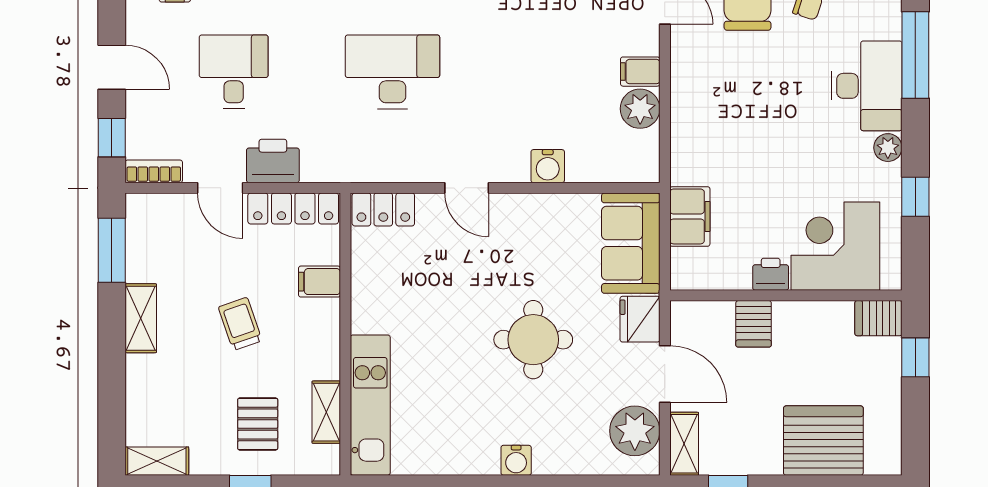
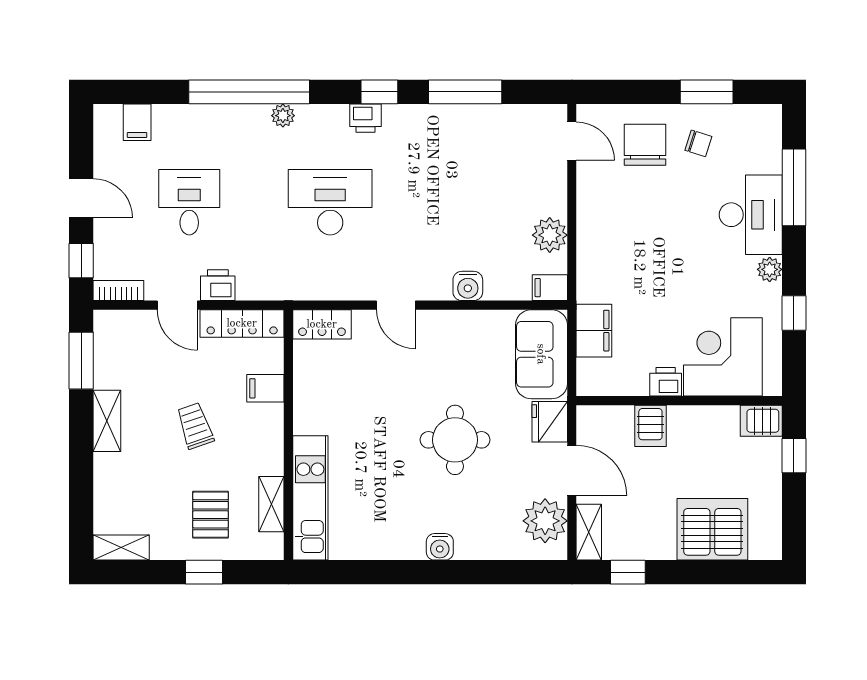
filing cabinet: (640, 72) -> (550, 288), moved
printer: (273, 161) -> (218, 285), width x0.73, depth x0.81

